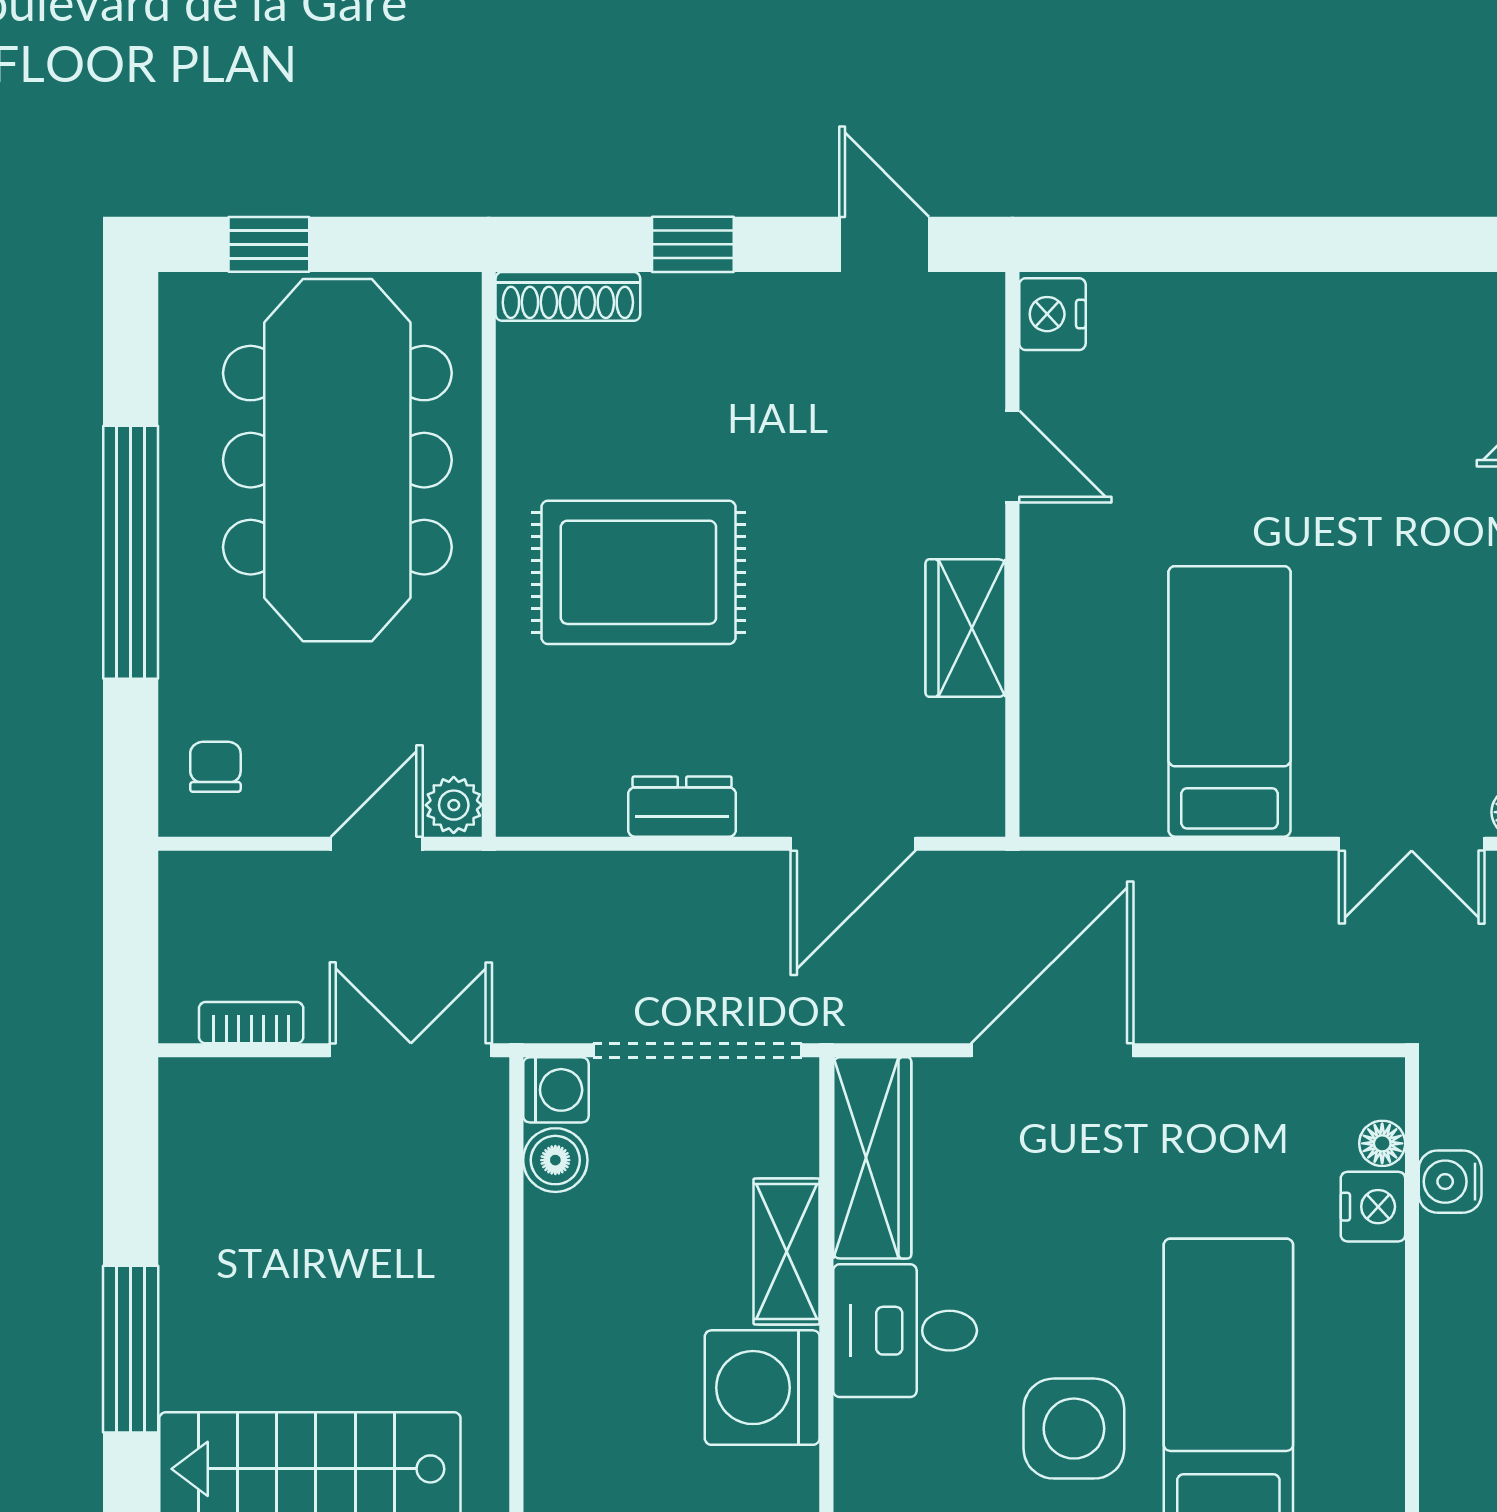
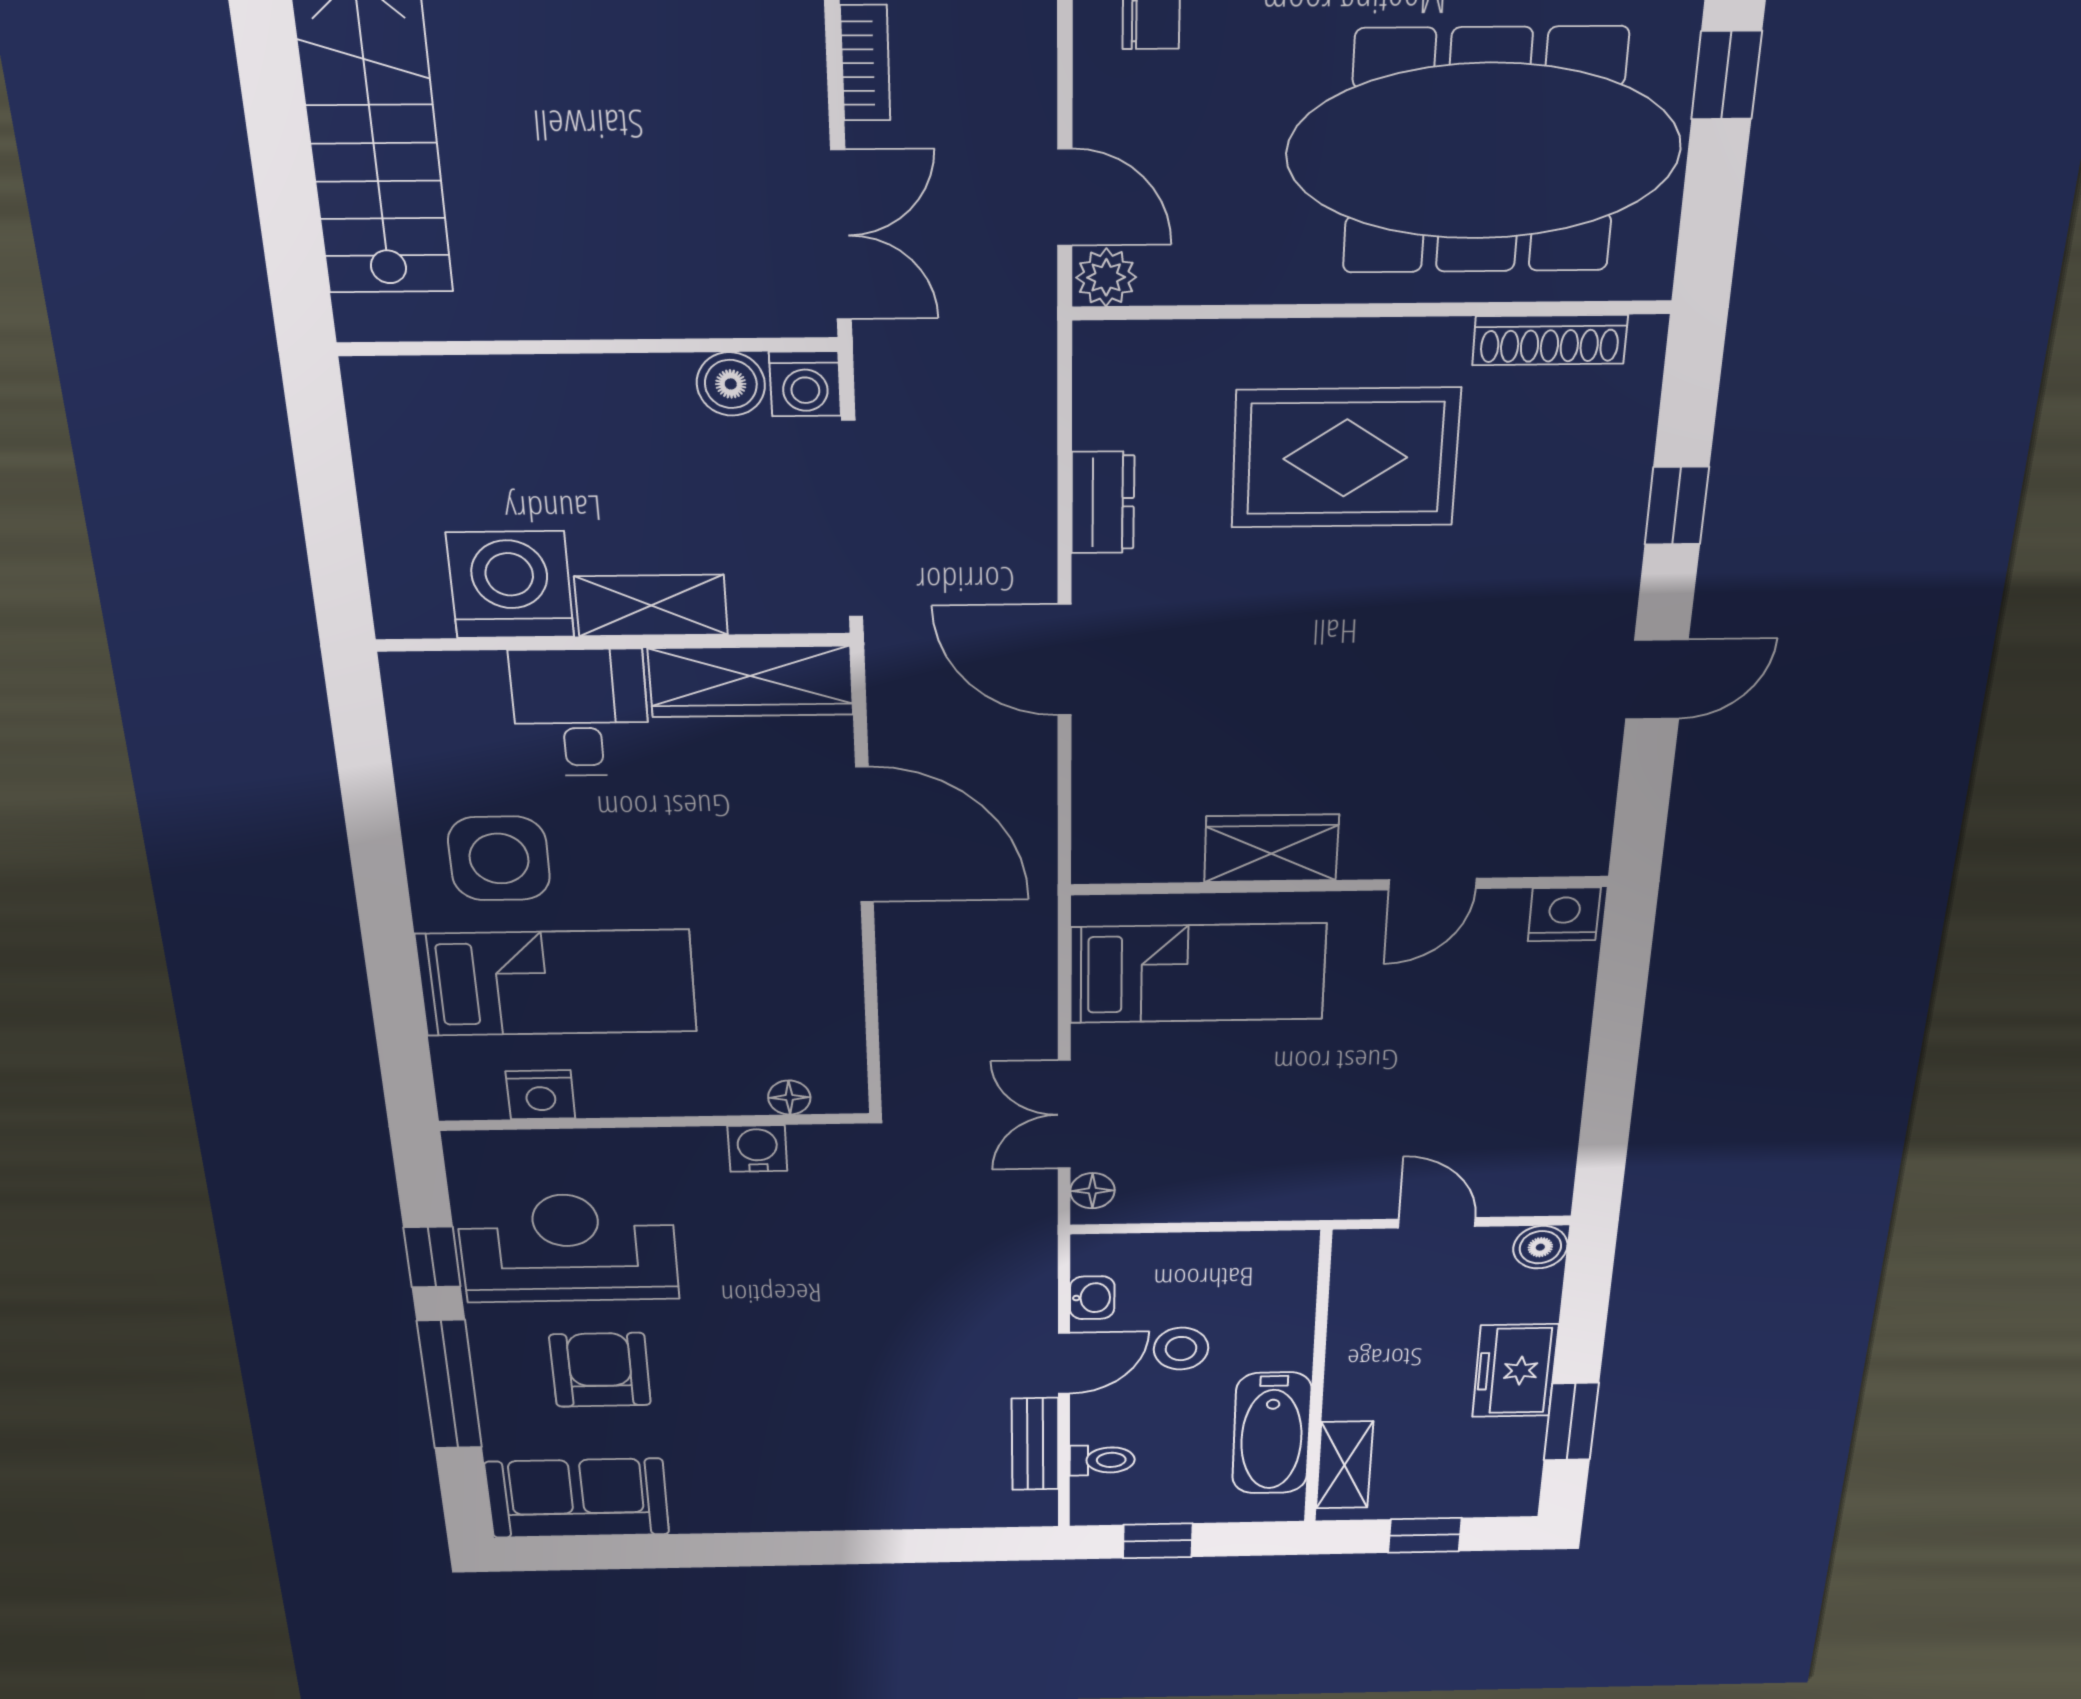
shoe rack: (568, 296) -> (1550, 340), moved, turned -90
nightstand: (1052, 314) -> (1564, 914), moved
door: (1012, 457) -> (1432, 884), moved
wall: (1012, 554) -> (1340, 886), moved
rug: (638, 572) -> (1345, 458), turned 90
wardrobe: (966, 628) -> (1271, 848), moved
nightstand: (1373, 1207) -> (541, 1095), moved

